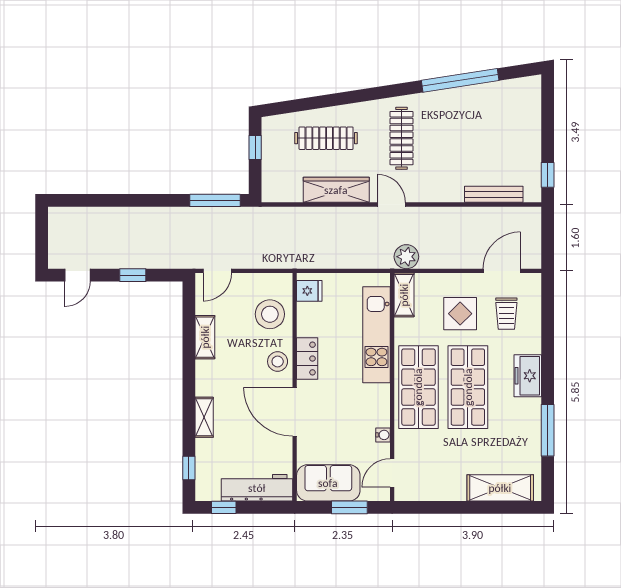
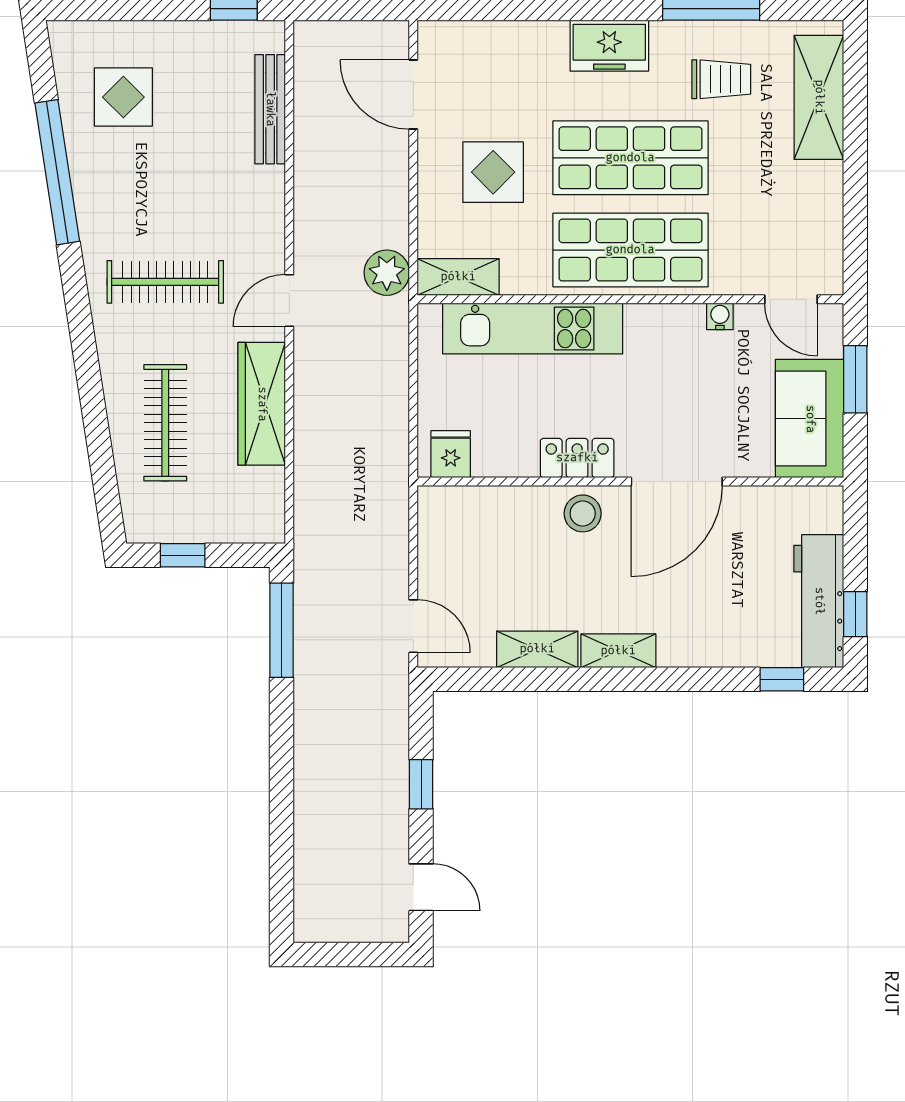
display table: (500, 116) -> (123, 97), added
stool: (270, 314) -> (494, 528), removed
trolley: (506, 314) -> (721, 79), moved
shelving: (204, 417) -> (618, 651), moved
workbench: (257, 488) -> (819, 601), moved

